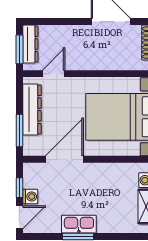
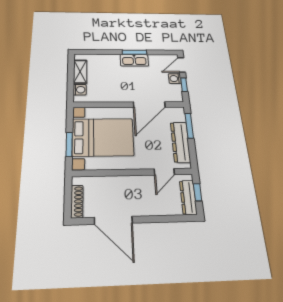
window: (19, 49) -> (198, 192), width x0.67

